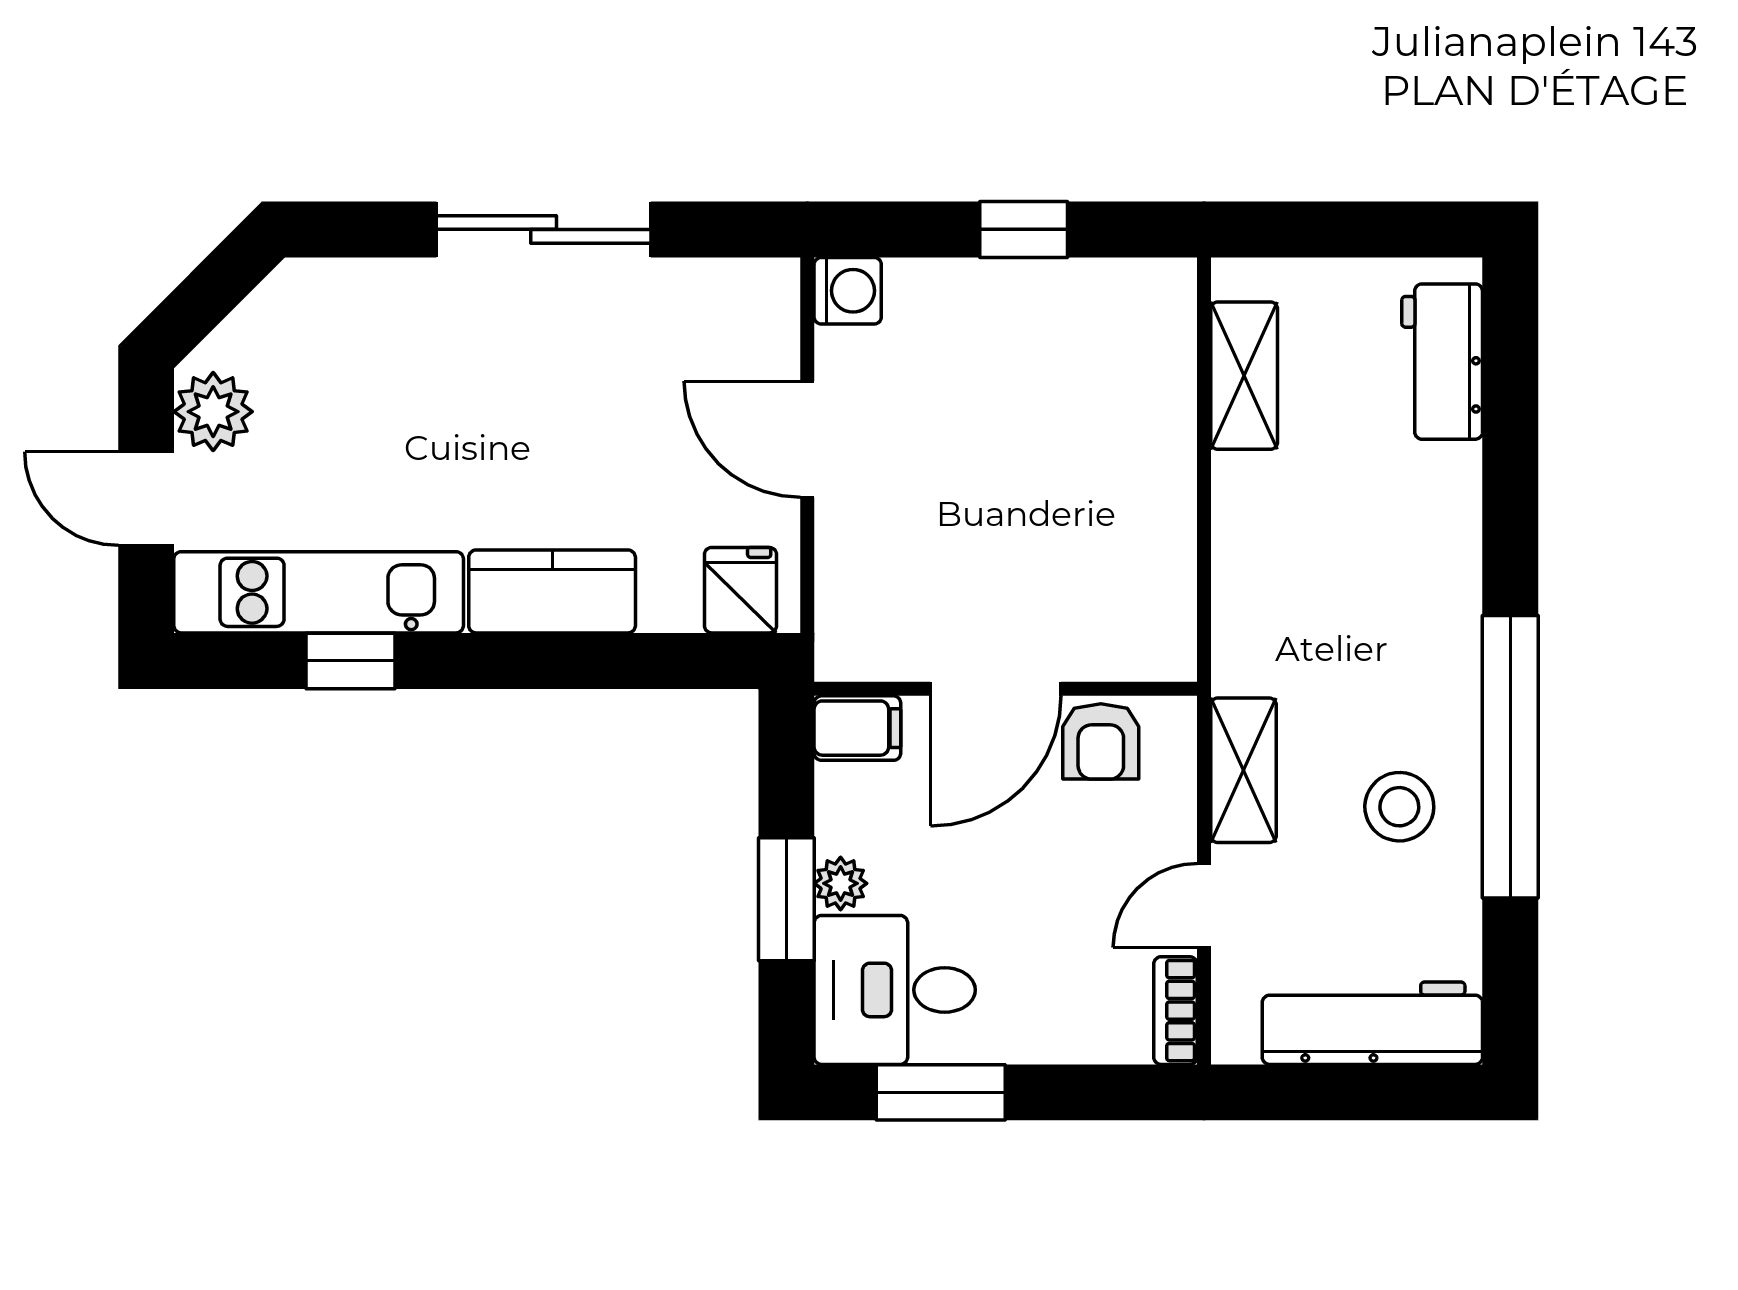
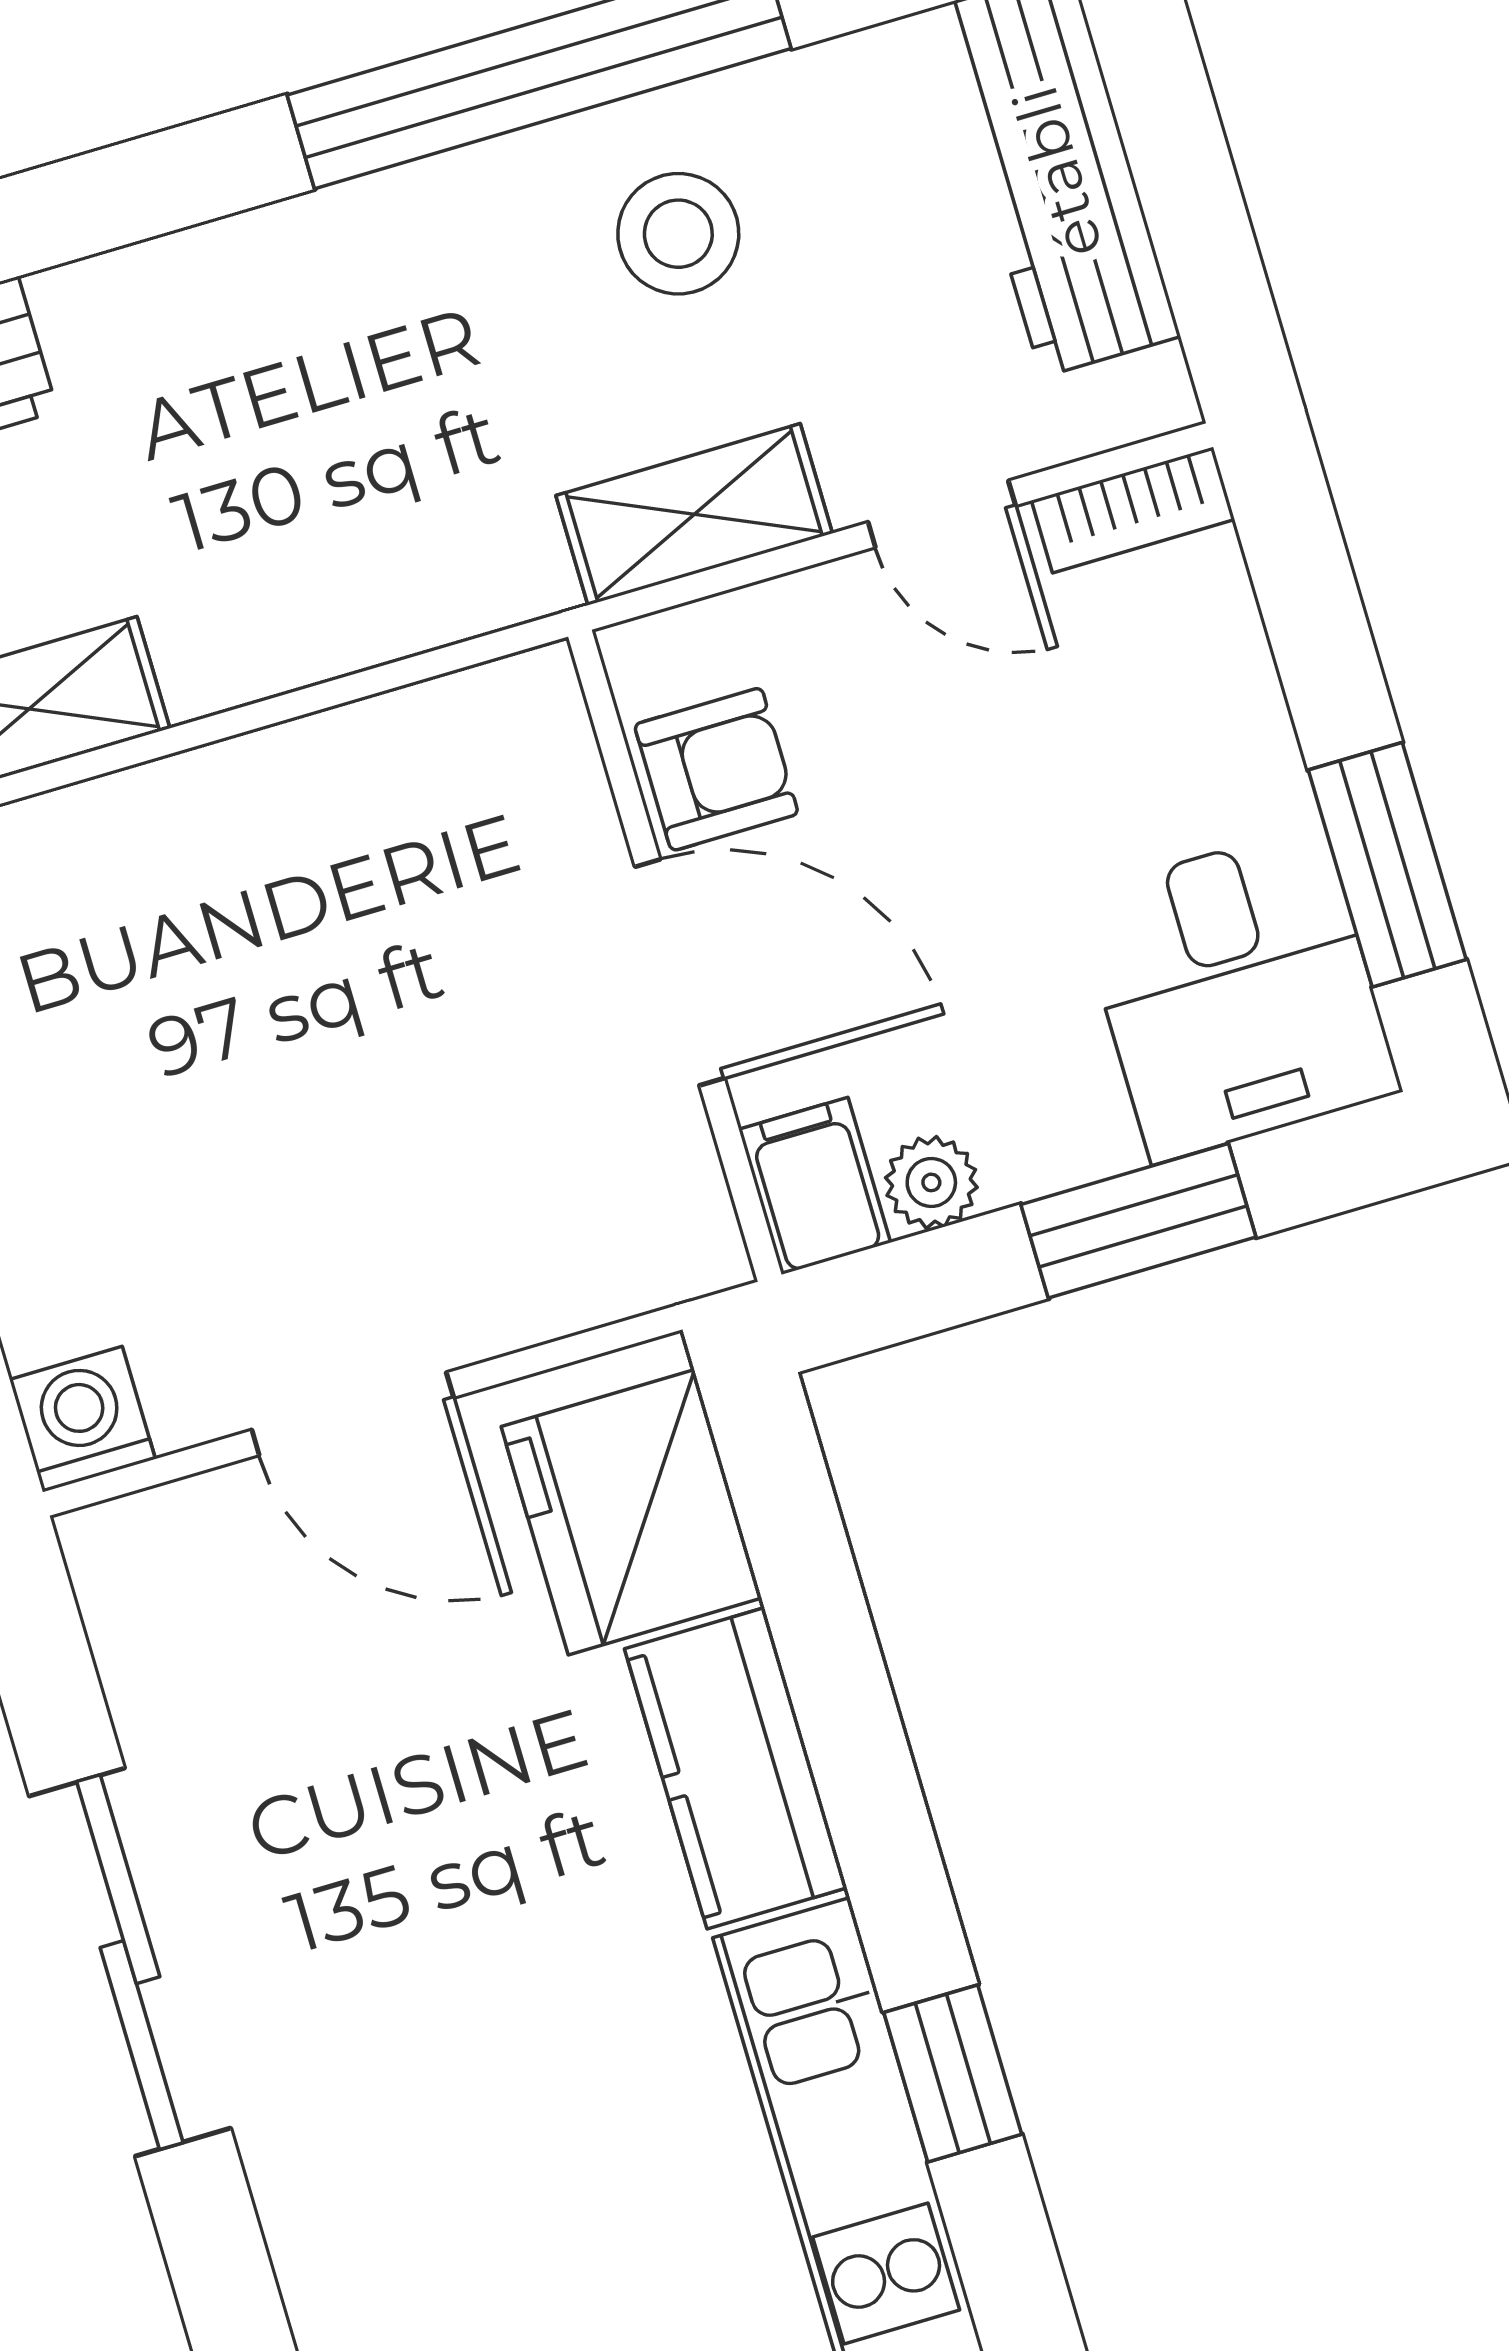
door: (807, 439) -> (353, 1414), hinge flipped
fridge: (740, 590) -> (631, 1512), width x1.88, depth x1.34
plant: (841, 883) -> (931, 1182), moved

